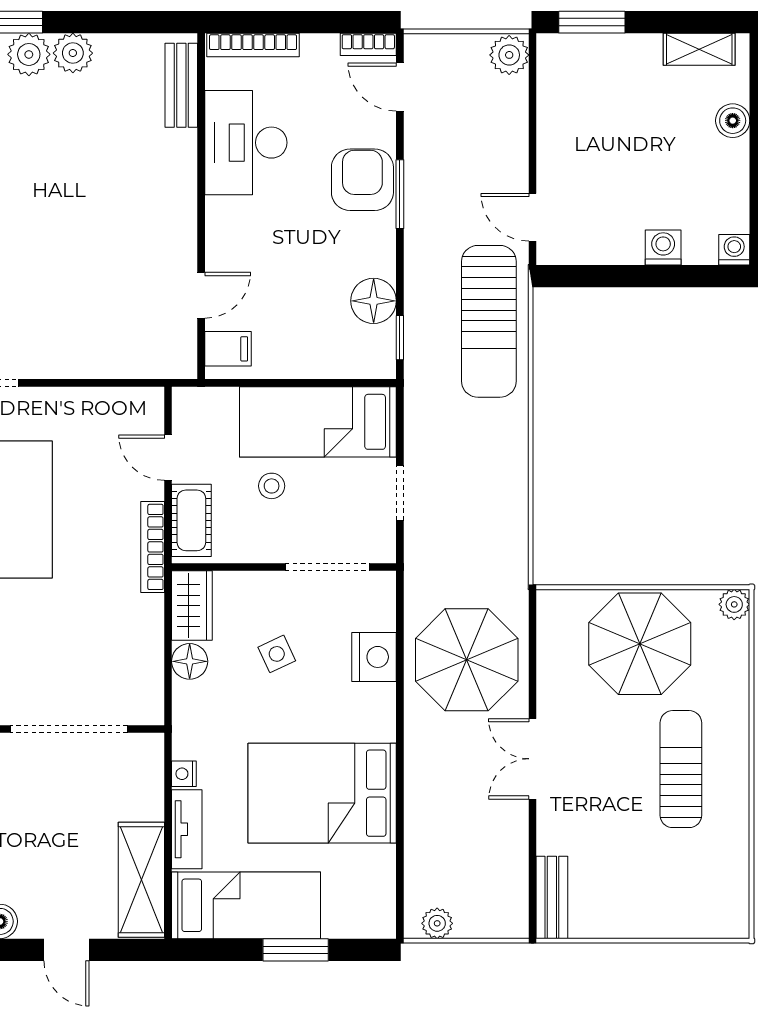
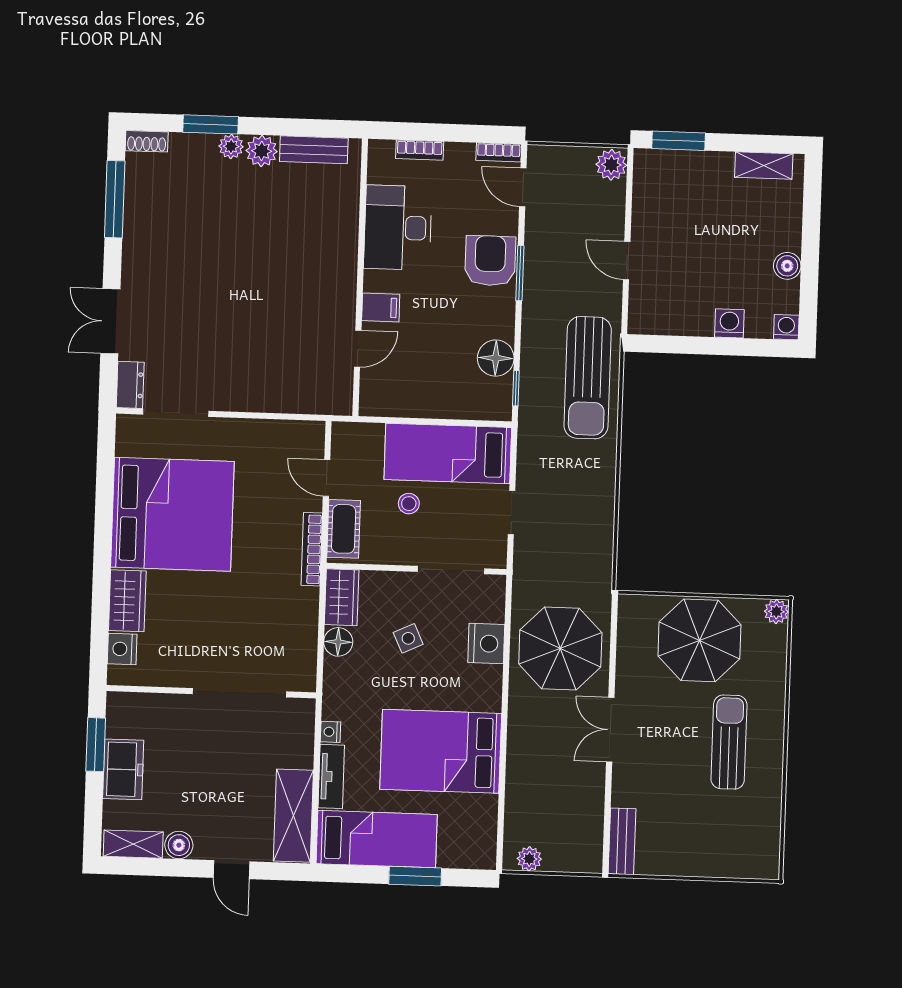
bookcase: (253, 45) -> (420, 150), width x0.64
plant: (29, 54) -> (231, 146), width x0.73, depth x0.73
bench: (181, 85) -> (314, 150), moved, turned 90
boiler: (733, 121) -> (787, 266), moved
door: (532, 217) -> (627, 261), moved
filing cabinet: (228, 349) -> (381, 307), moved

